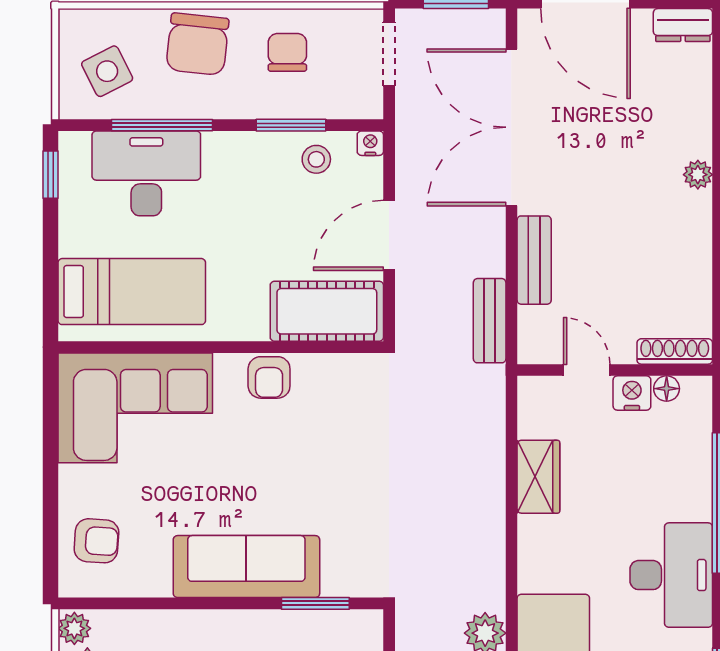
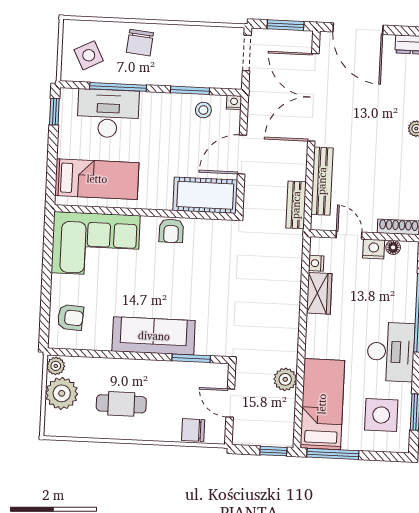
chair: (197, 44) -> (140, 43), width x0.73, depth x0.73
chair: (287, 52) -> (190, 49), removed
bench: (534, 260) -> (322, 181), width x1.36
nightstand: (530, 423) -> (316, 263), added

